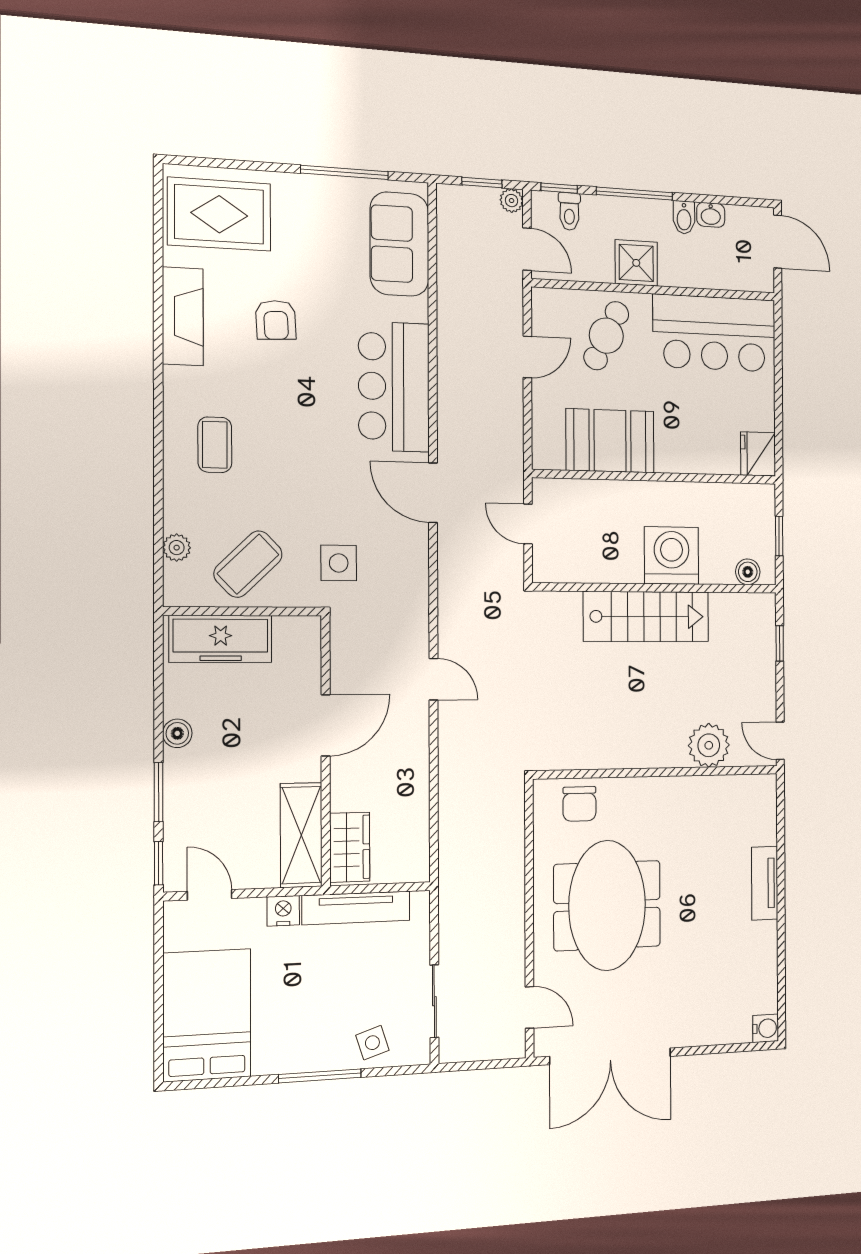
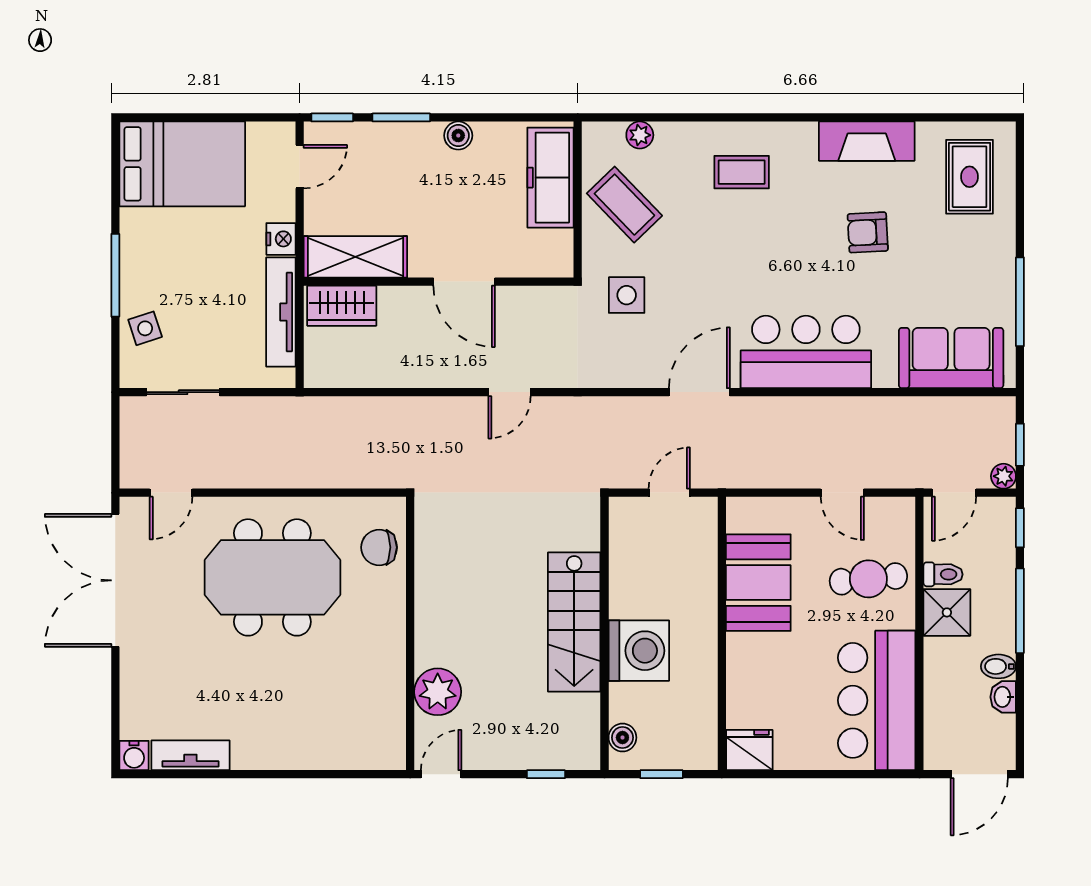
toilet: (569, 211) -> (943, 574), moved, turned 180
rug: (219, 214) -> (970, 177), width x0.73, depth x0.70
cafe table: (606, 336) -> (868, 579), turned -32
tv unit: (765, 883) -> (190, 755), moved

